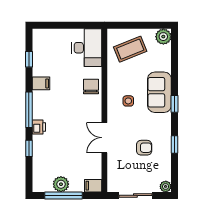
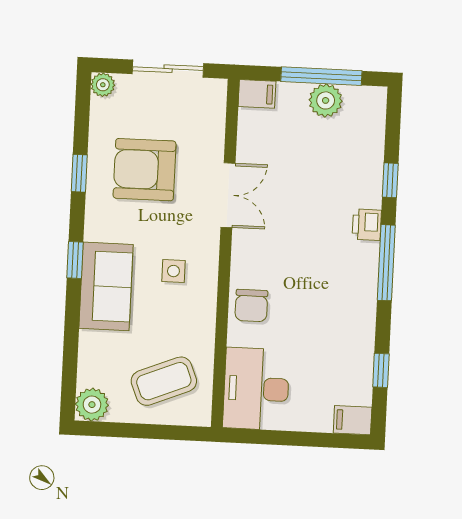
filing cabinet: (41, 83) -> (353, 420), moved
armchair: (144, 148) -> (145, 170), width x1.88, depth x1.88

